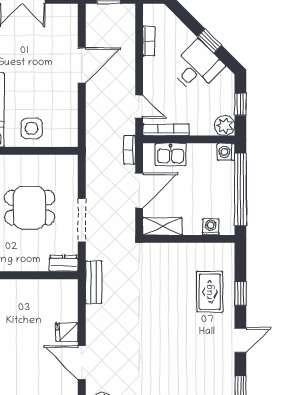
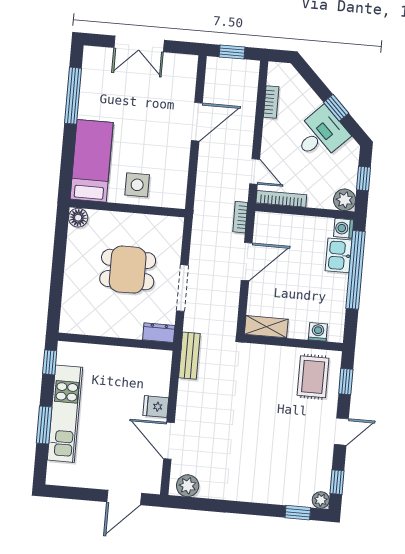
kitchen sink: (171, 154) -> (339, 255), moved, turned 90
shelving: (162, 226) -> (266, 327), moved
washing machine: (211, 227) -> (318, 332), moved
wall: (189, 239) -> (293, 343), moved

